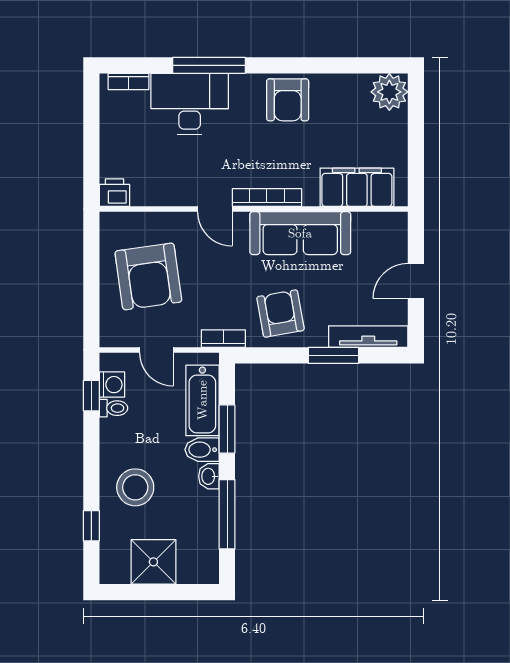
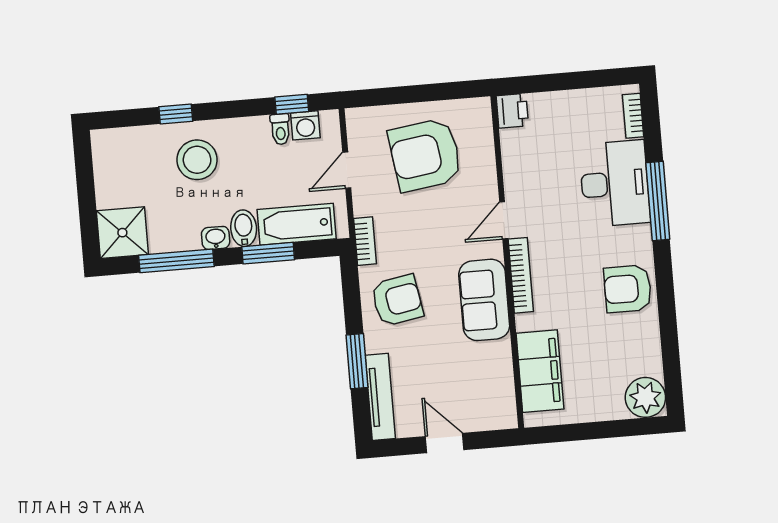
sofa: (300, 233) -> (484, 300), width x0.73
window: (91, 526) -> (176, 114), moved
shower: (153, 562) -> (122, 233), moved

